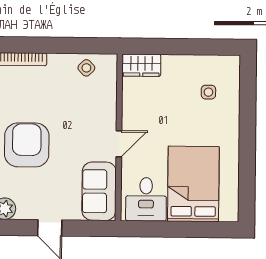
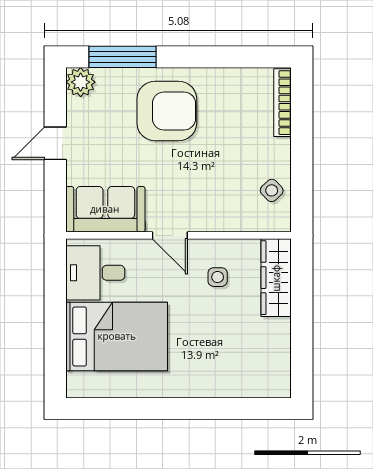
wardrobe: (141, 65) -> (276, 278), width x1.50
side table: (208, 92) -> (218, 277), moved

